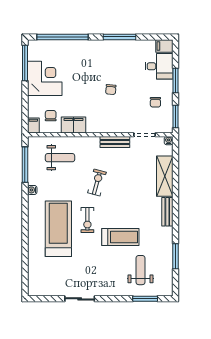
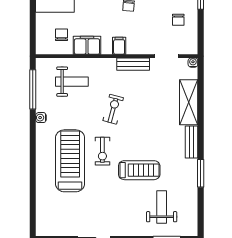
window: (175, 116) -> (201, 36), removed
filing cabinet: (33, 126) -> (119, 46), moved
window: (175, 256) -> (201, 173), moved

